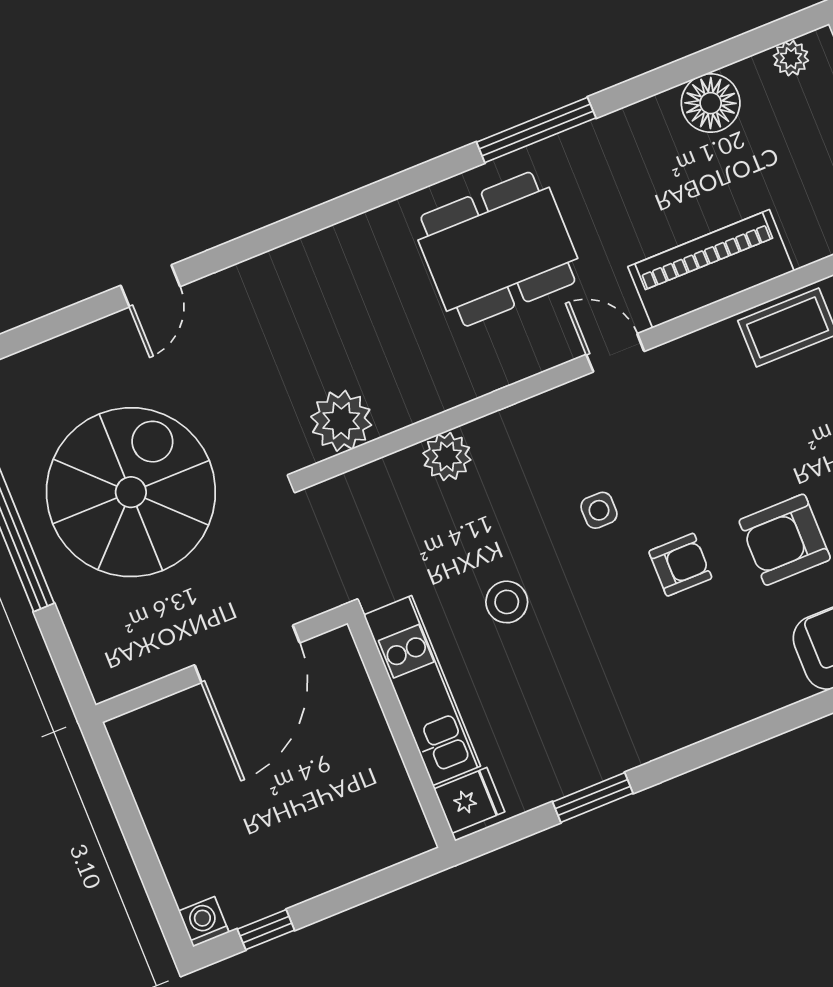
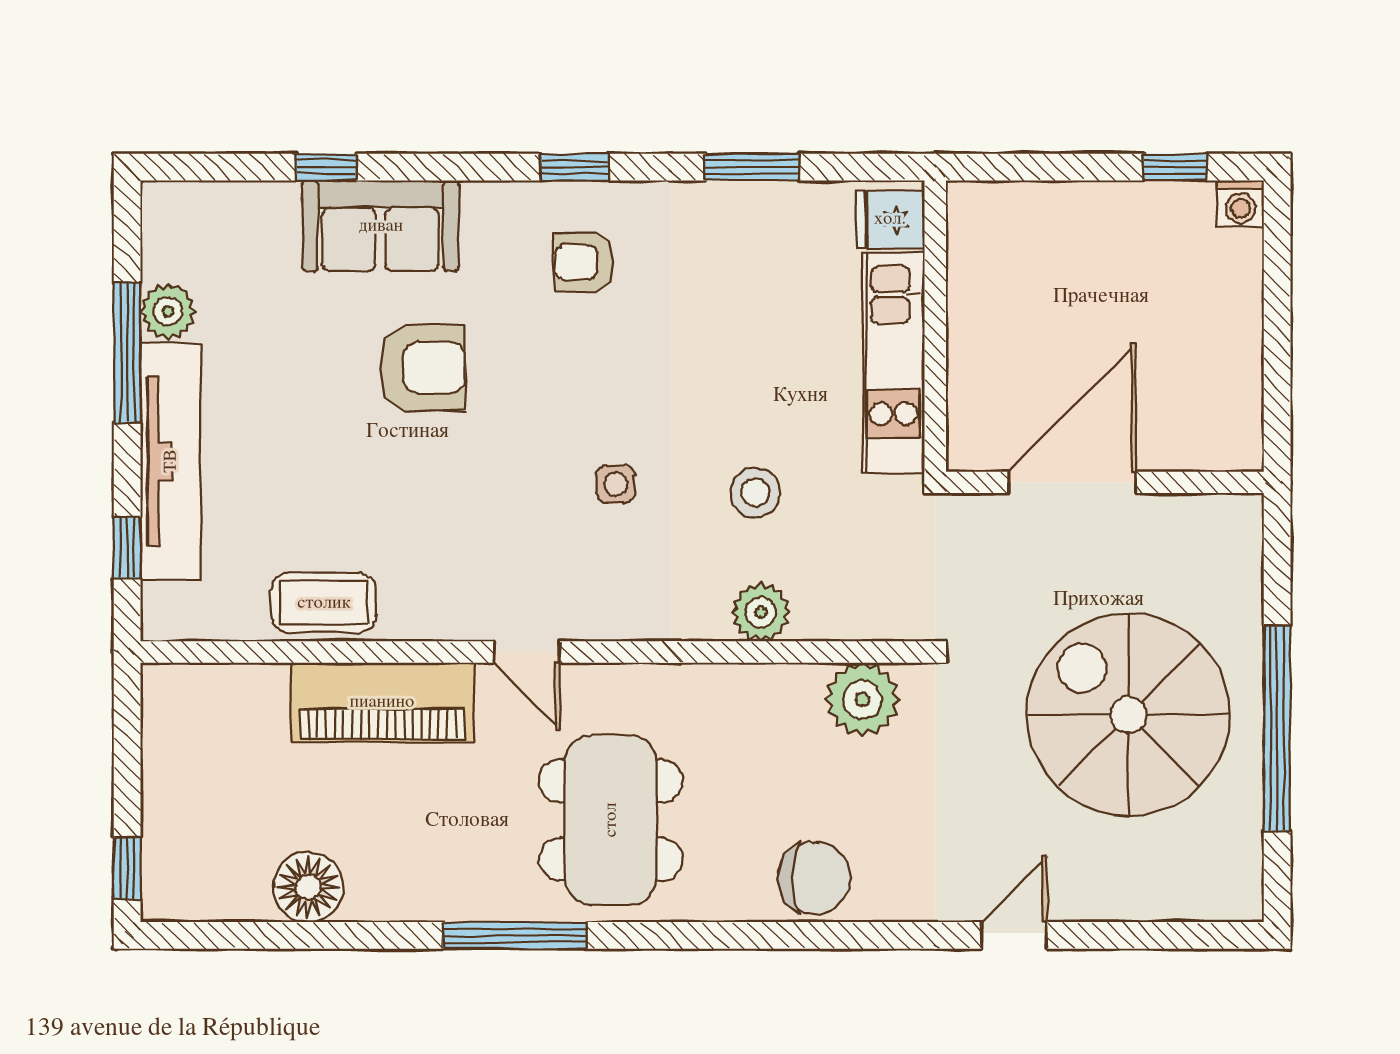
plant: (791, 58) -> (199, 901), removed
dining table: (498, 249) -> (611, 820), turned 90
chair: (323, 268) -> (814, 878), added
spiral stairs: (131, 492) -> (1129, 715), turned 90
armchair: (680, 565) -> (584, 262), moved
stool: (507, 602) -> (755, 492), moved
window: (730, 742) -> (574, 167), added

